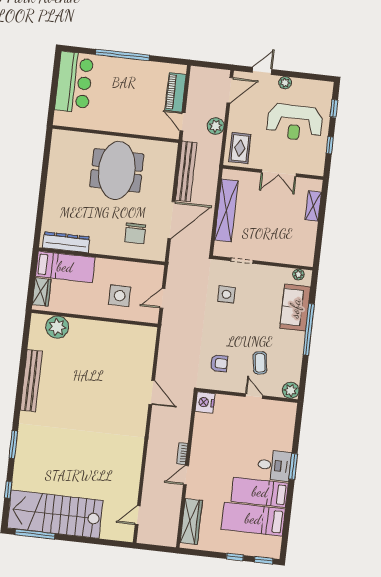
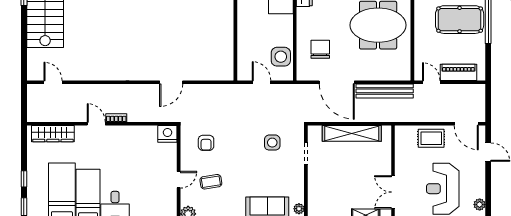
plant: (285, 83) -> (480, 205), moved
pool table: (121, 85) -> (460, 20), added
door: (183, 122) -> (431, 82), hinge flipped
plant: (216, 126) -> (431, 114), removed
rug: (240, 148) -> (431, 138), moved
double door: (279, 173) -> (393, 192), moved
chair: (135, 233) -> (320, 49), turned 90
side table: (120, 296) -> (281, 57), moved

